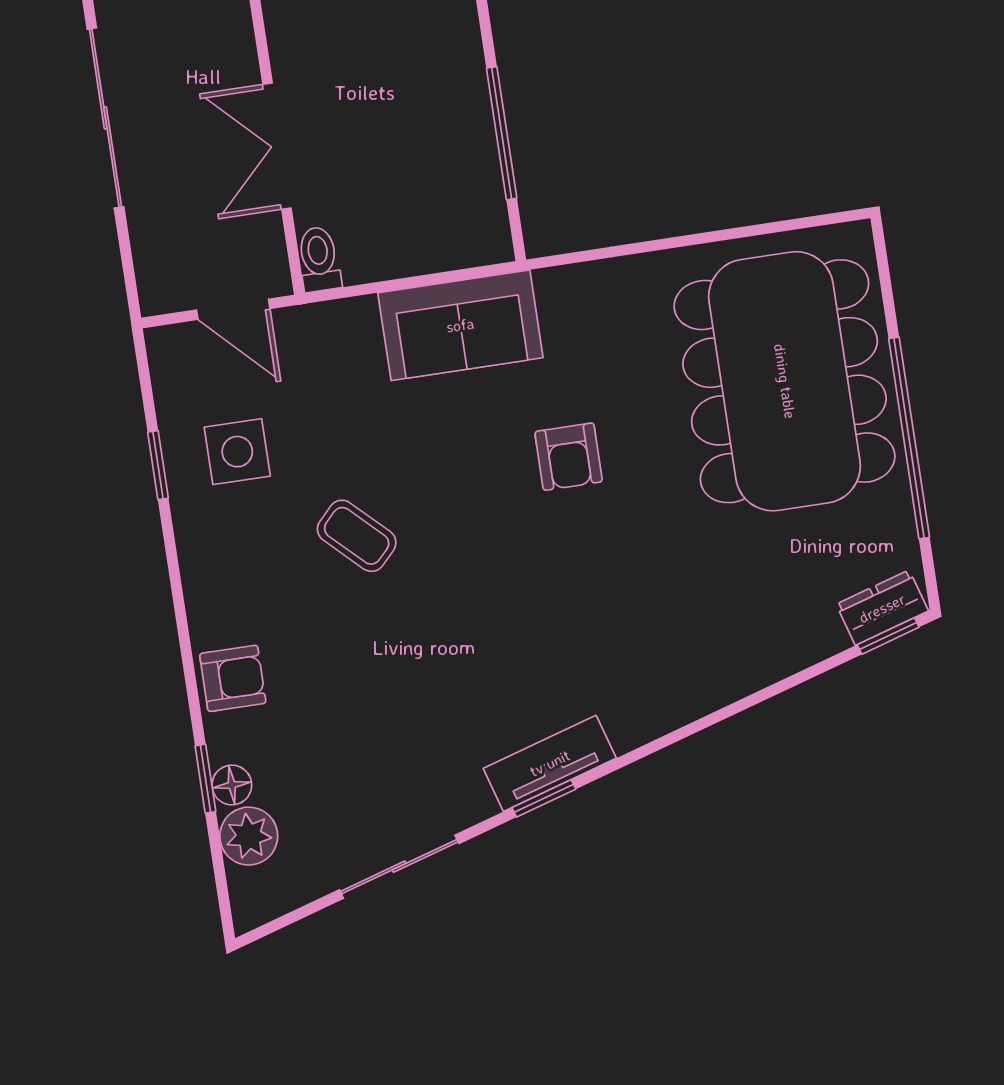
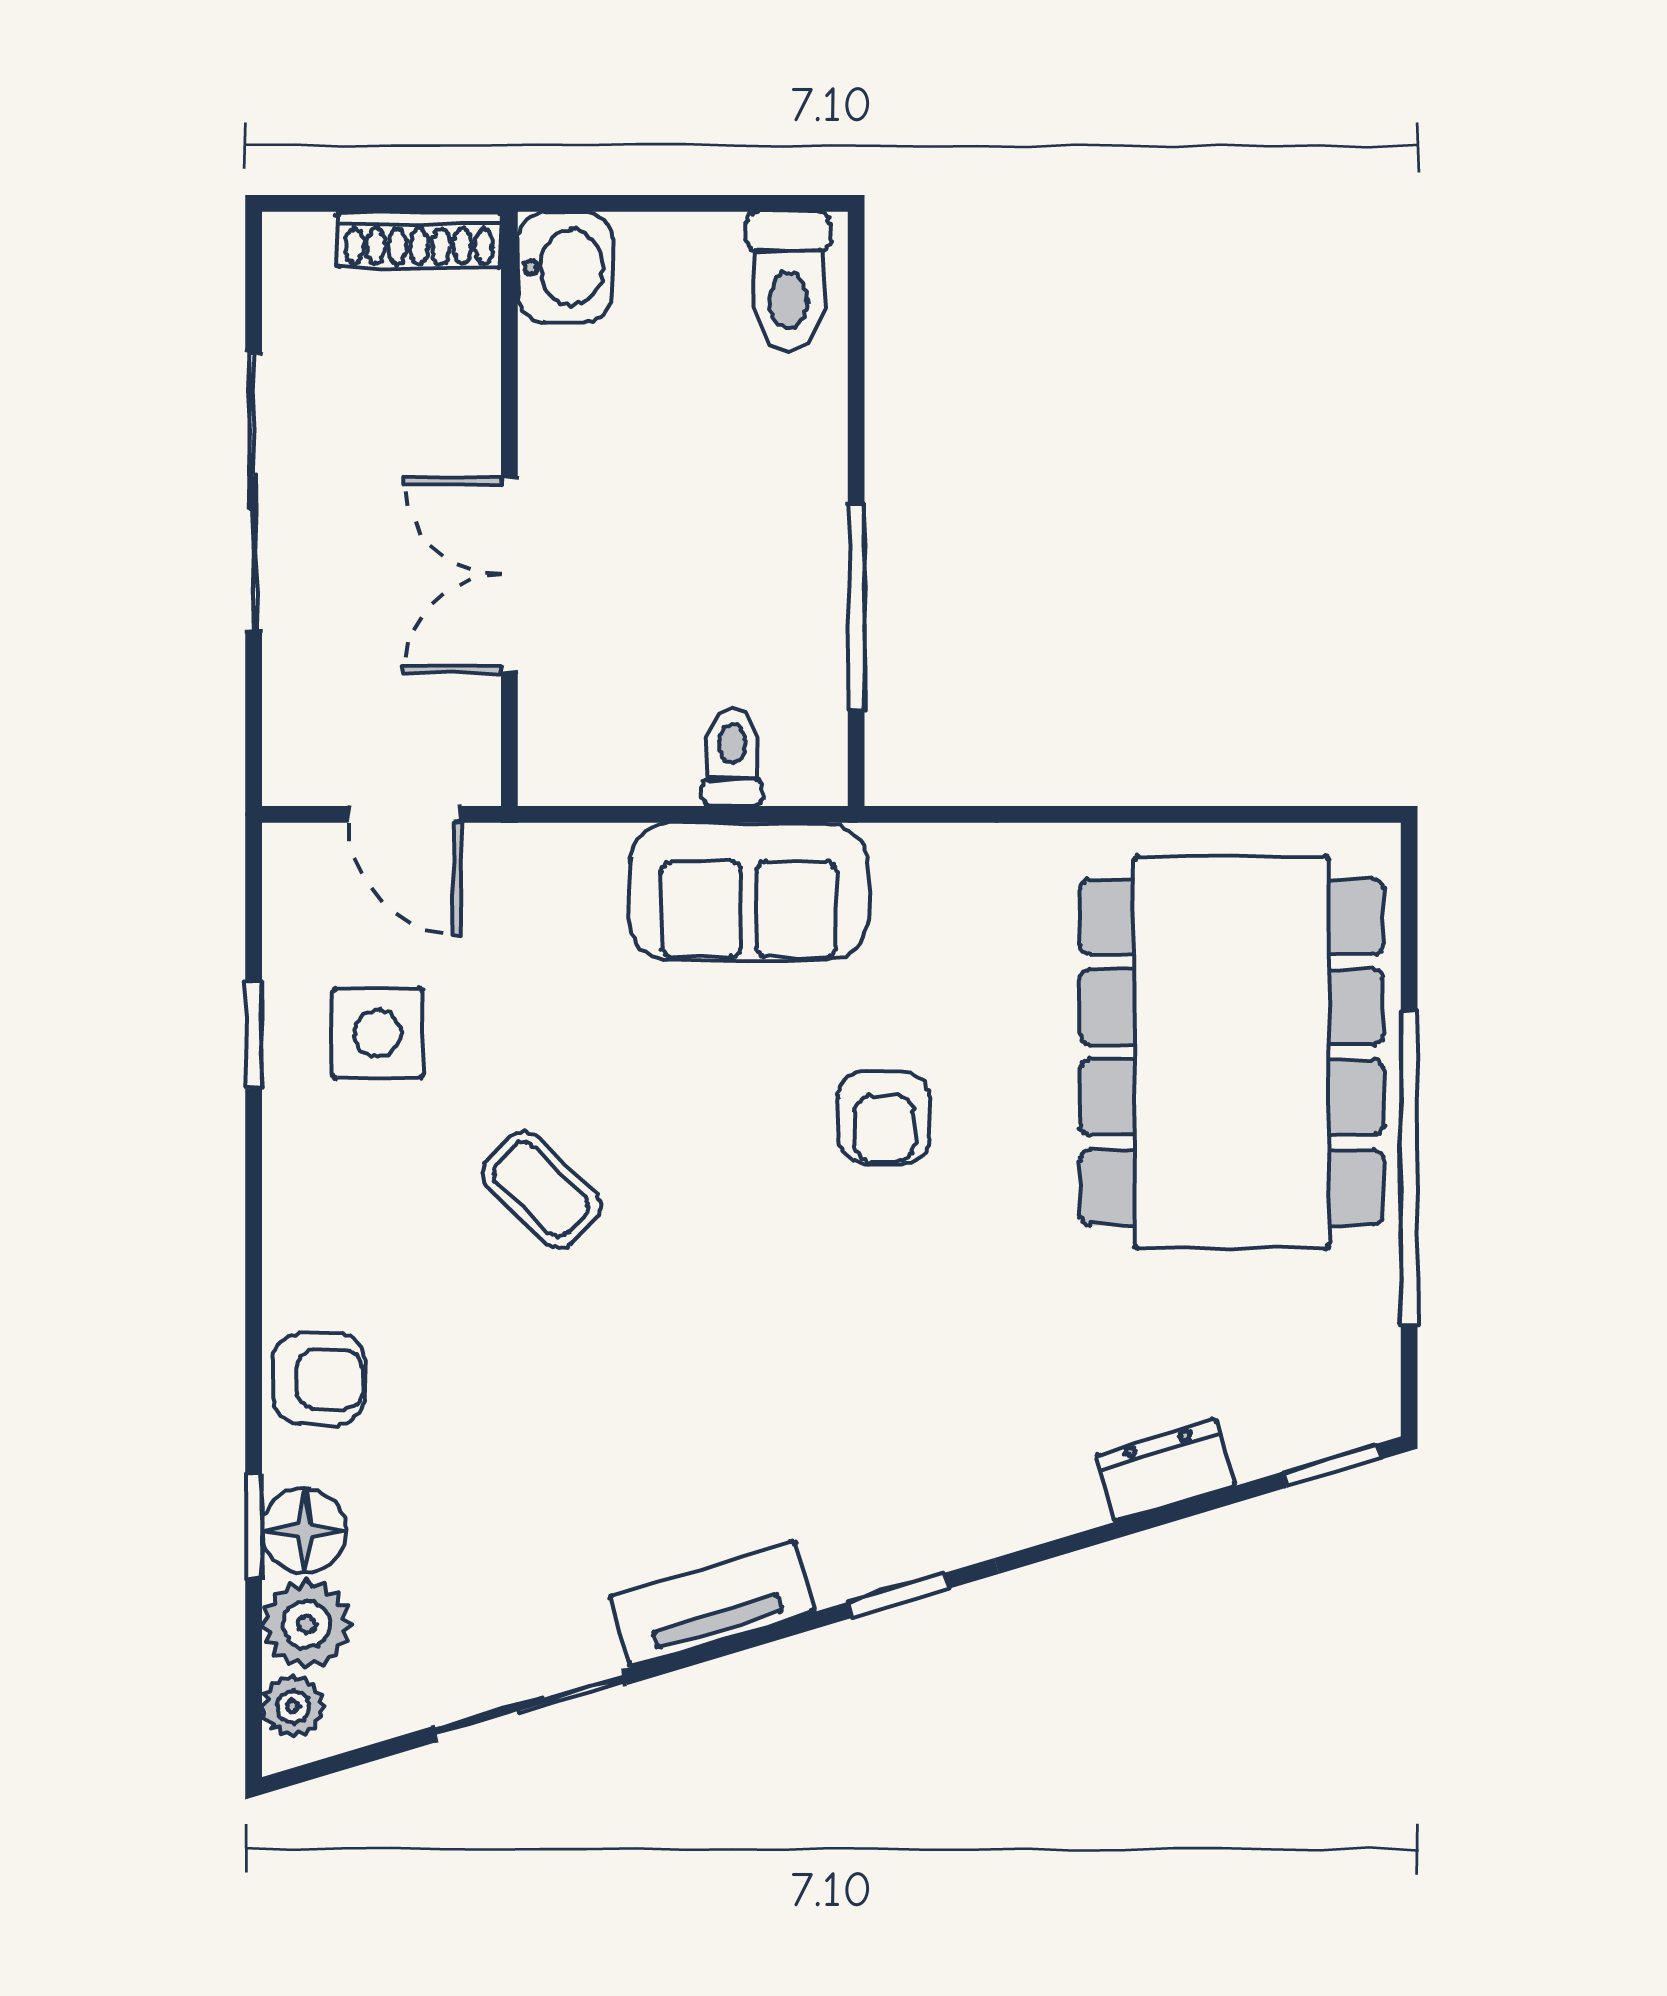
toilet: (319, 259) -> (732, 757), moved
dresser: (882, 608) -> (1166, 1470), moved
tv unit: (550, 763) -> (712, 1604), moved
floor lamp: (232, 785) -> (304, 1531), width x1.37, depth x1.37
window: (544, 798) -> (898, 1595), moved
plant: (248, 890) -> (293, 1707), added

